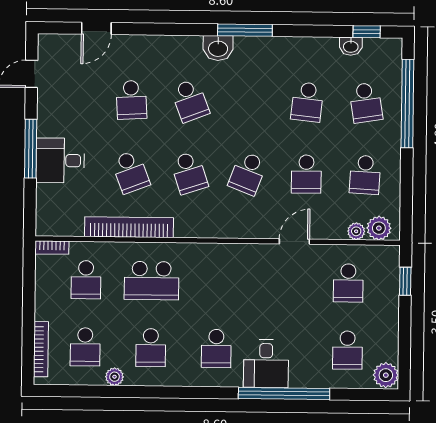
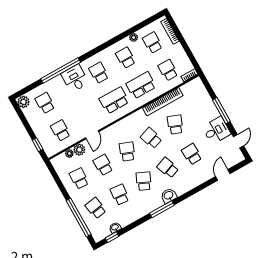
school desk: (249, 101) -> (144, 181), added
desk: (60, 160) -> (216, 130), moved
school desk: (131, 172) -> (175, 125), turned 42
plant: (379, 228) -> (79, 150), moved
school desk: (217, 281) -> (114, 100), added

